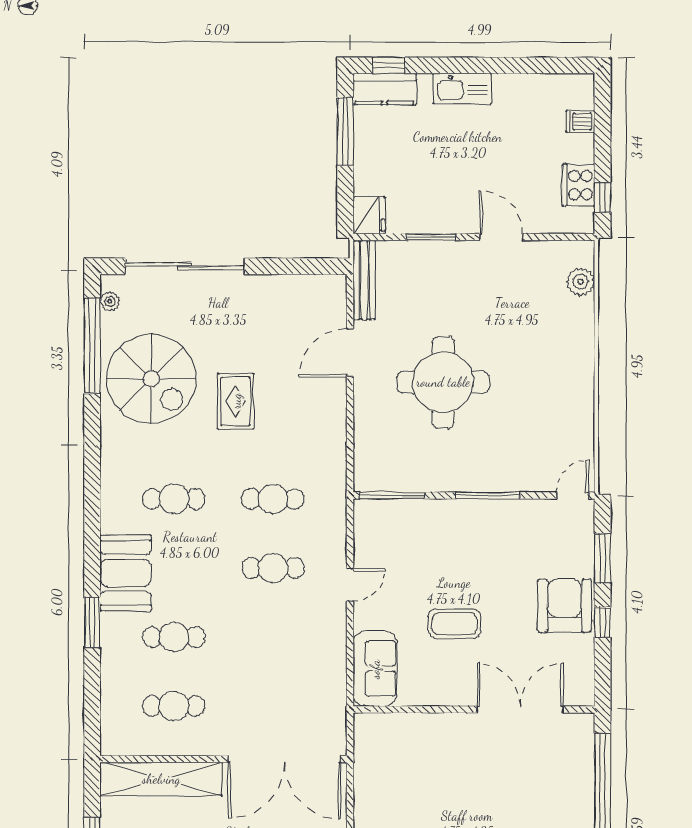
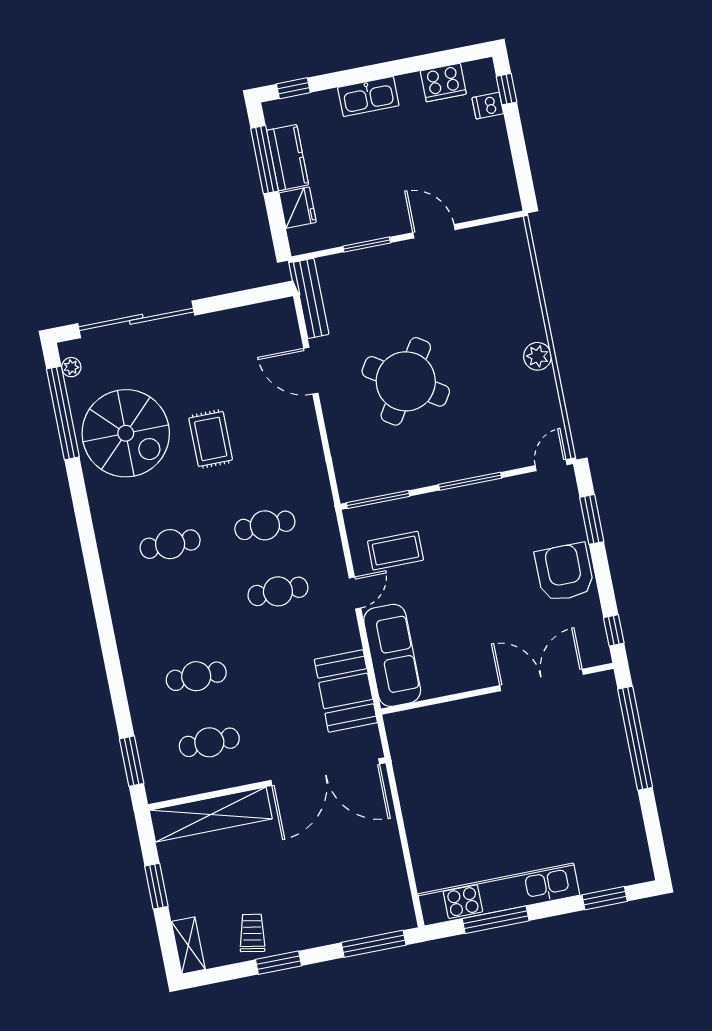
kitchen counter: (385, 89) -> (288, 158), moved, turned -90
cooker: (579, 185) -> (443, 82), moved, turned -90
window: (603, 197) -> (507, 89), moved
fridge: (369, 215) -> (298, 208), moved
plant: (581, 282) -> (538, 356), moved
door: (350, 353) -> (311, 371), hinge flipped
round table: (443, 382) -> (406, 381), turned 33
booth: (126, 573) -> (346, 691), moved
window: (92, 622) -> (132, 761), moved
window: (603, 622) -> (614, 630), moved
coffee table: (454, 624) -> (395, 551), moved
sofa: (375, 669) -> (392, 655), width x1.36

